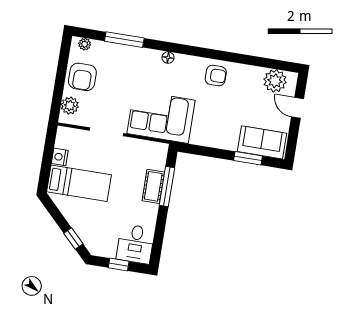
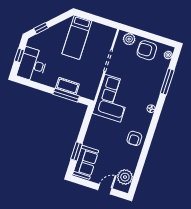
nightstand: (60, 157) -> (96, 27), removed
desk: (135, 244) -> (33, 65), width x1.37

